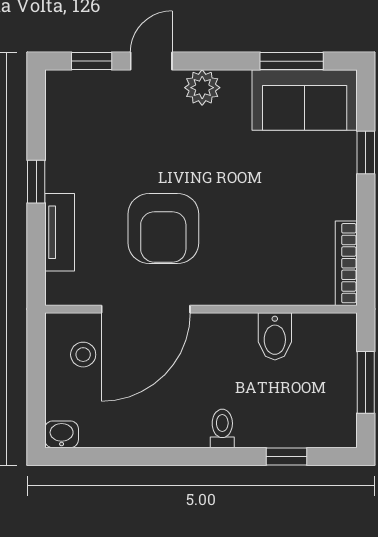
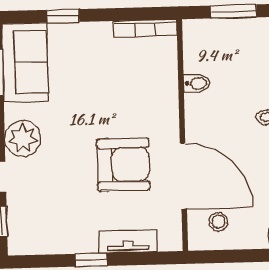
plant: (202, 88) -> (23, 138), width x1.36, depth x1.36
bidet: (275, 336) -> (197, 83), width x0.72, depth x0.74

